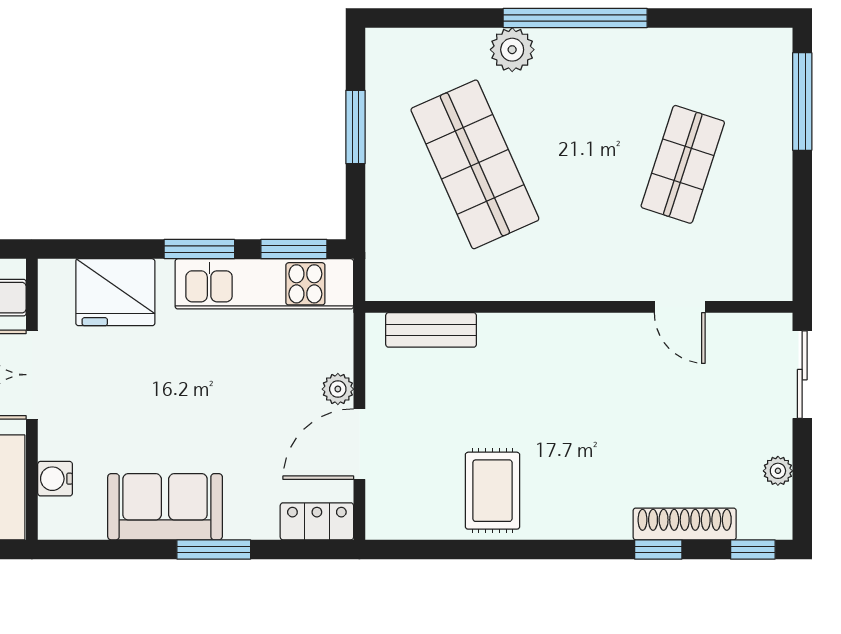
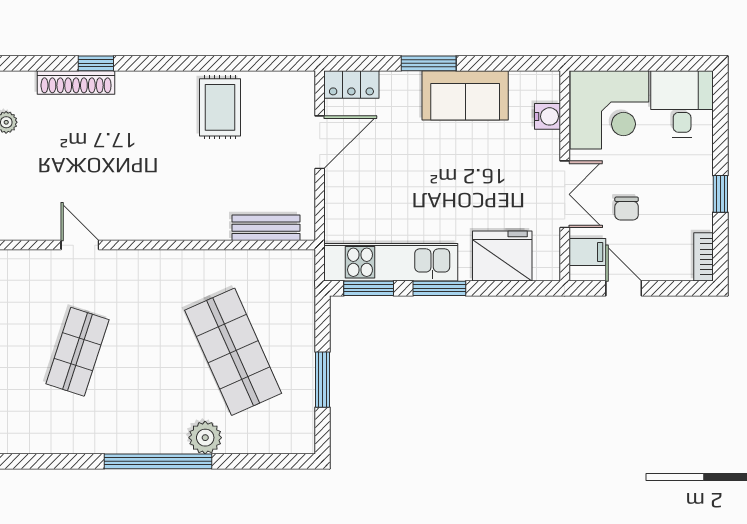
plant: (338, 389) -> (336, 184), removed
window: (753, 549) -> (25, 63), removed

